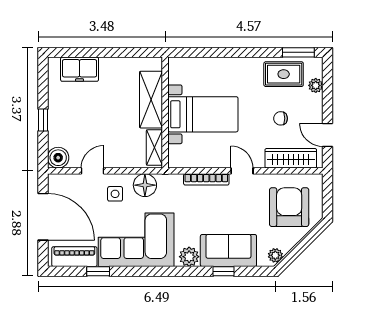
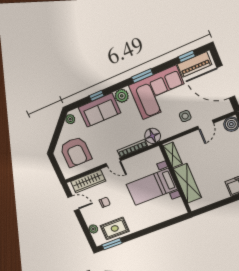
floor lamp: (145, 185) -> (153, 136), moved
window: (98, 271) -> (187, 56), moved
window: (149, 271) -> (142, 76), added

